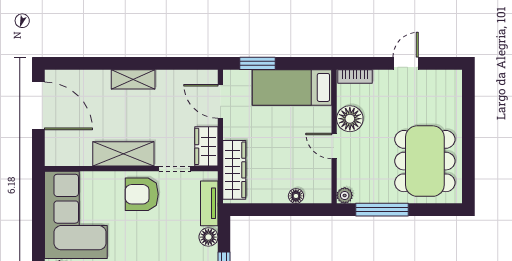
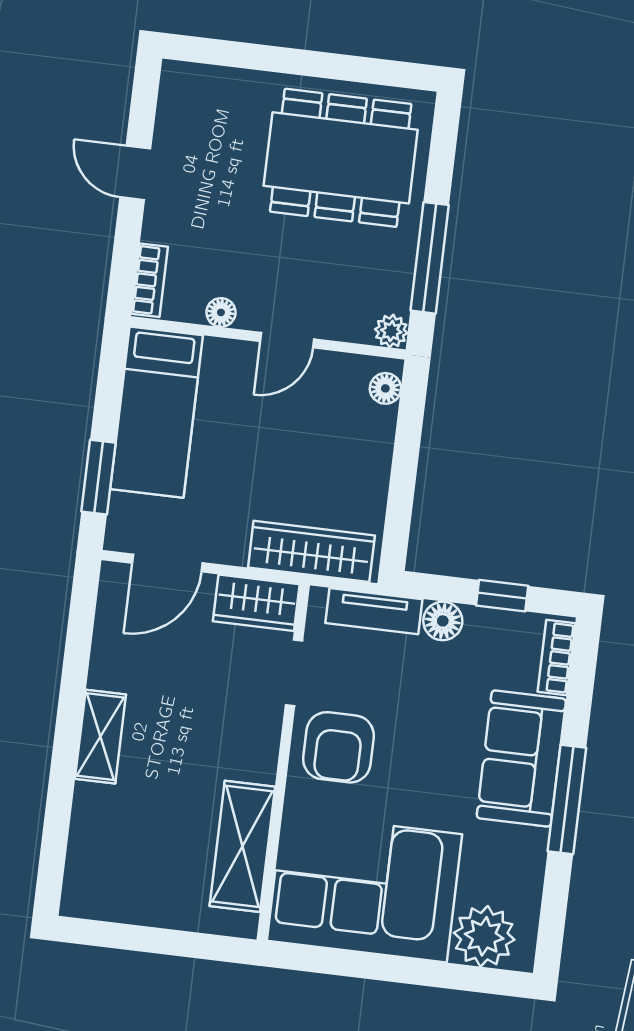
door: (38, 106) -> (131, 937), removed
floor lamp: (350, 119) -> (221, 312), width x0.53, depth x0.53
shelving: (123, 154) -> (242, 846), moved
floor lamp: (296, 196) -> (385, 388), moved

